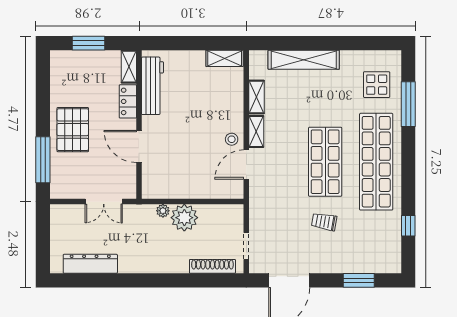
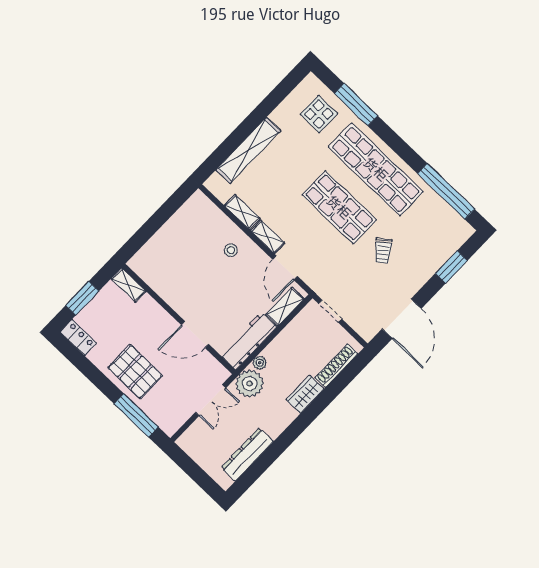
shelving: (225, 58) -> (285, 307), moved
workbench: (152, 86) -> (248, 341), moved, turned -90
locker: (128, 101) -> (78, 338), moved, turned 180
stool: (232, 139) -> (231, 250), moved
plant: (184, 218) -> (250, 384), moved
trolley: (324, 222) -> (383, 251), turned -48
window: (408, 226) -> (446, 191), width x3.17
doorway: (246, 246) -> (330, 311), moved
wardrobe: (171, 264) -> (305, 394), added

